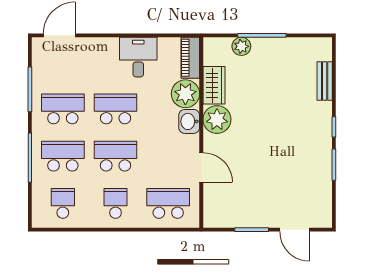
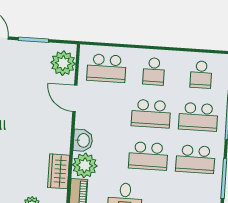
plant: (217, 119) -> (63, 63), moved

